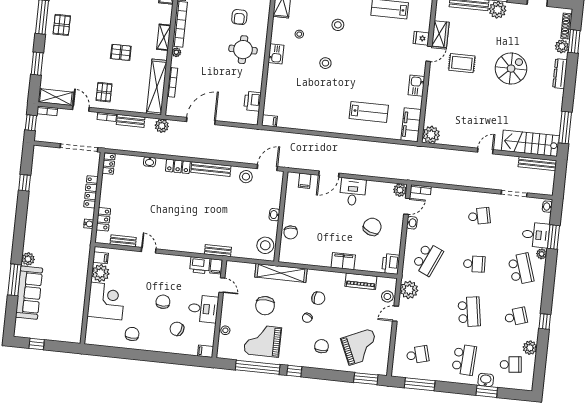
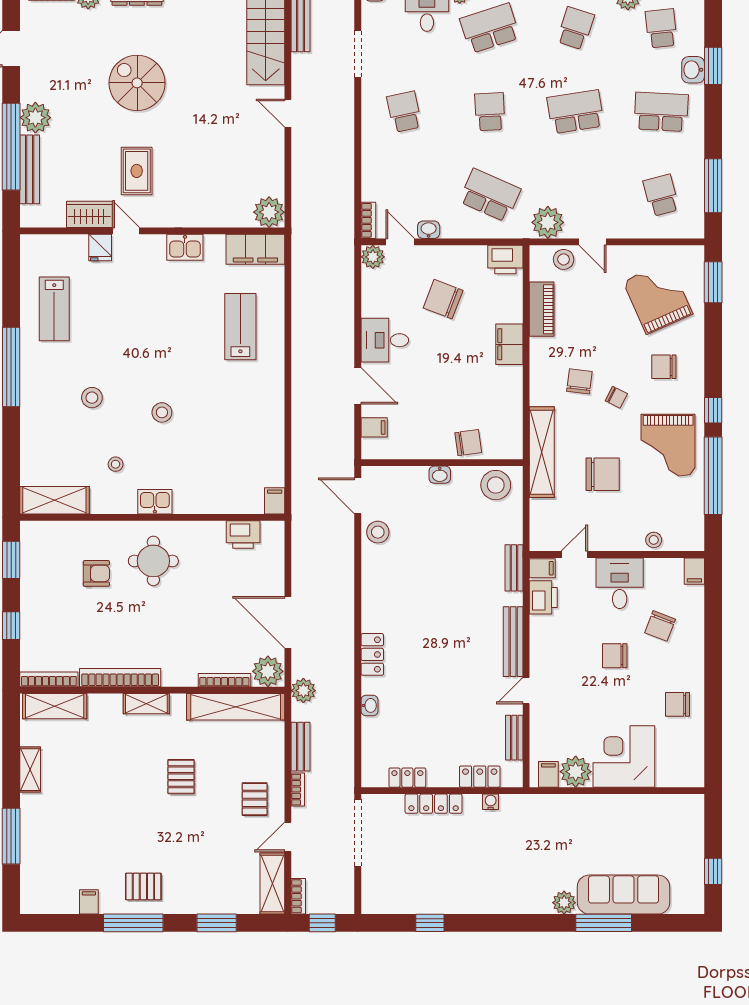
plant: (176, 52) -> (268, 671), moved, width x1.88, depth x1.88
pallet: (104, 92) -> (255, 799), turned 90
locker: (109, 164) -> (407, 778), moved
bench: (211, 169) -> (513, 642), moved
school desk: (516, 317) -> (575, 28), turned 36
grand piano: (263, 341) -> (668, 445), moved

